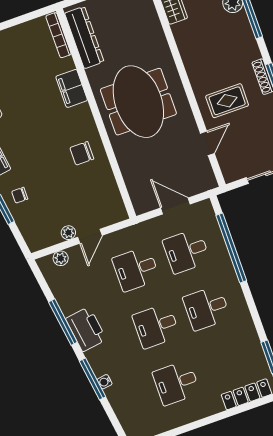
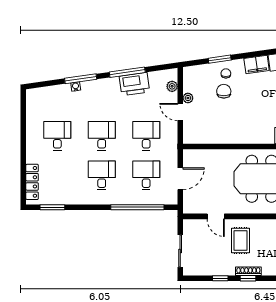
chair: (82, 153) -> (224, 91), moved
printer: (86, 329) -> (134, 84), moved

